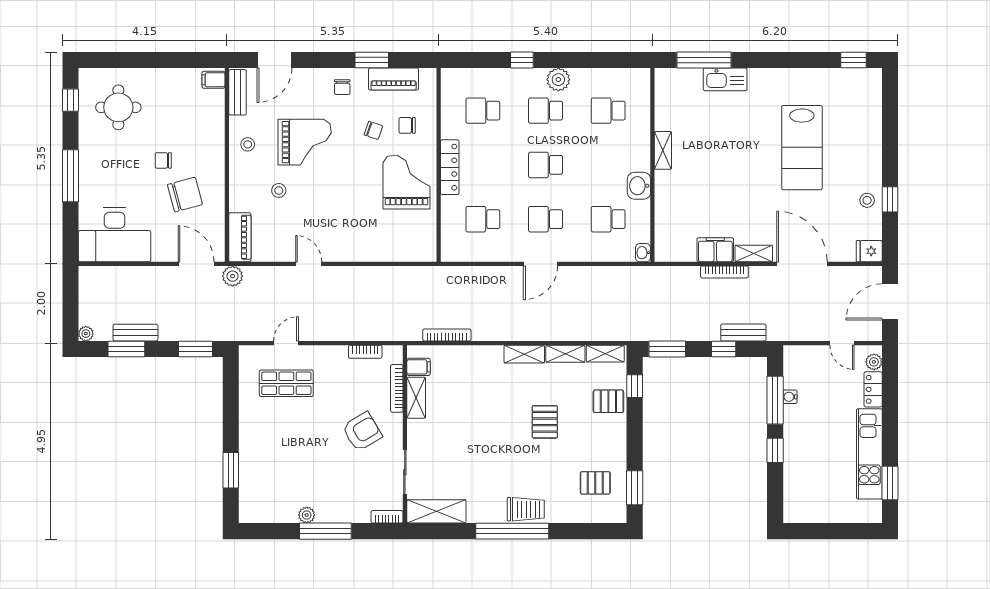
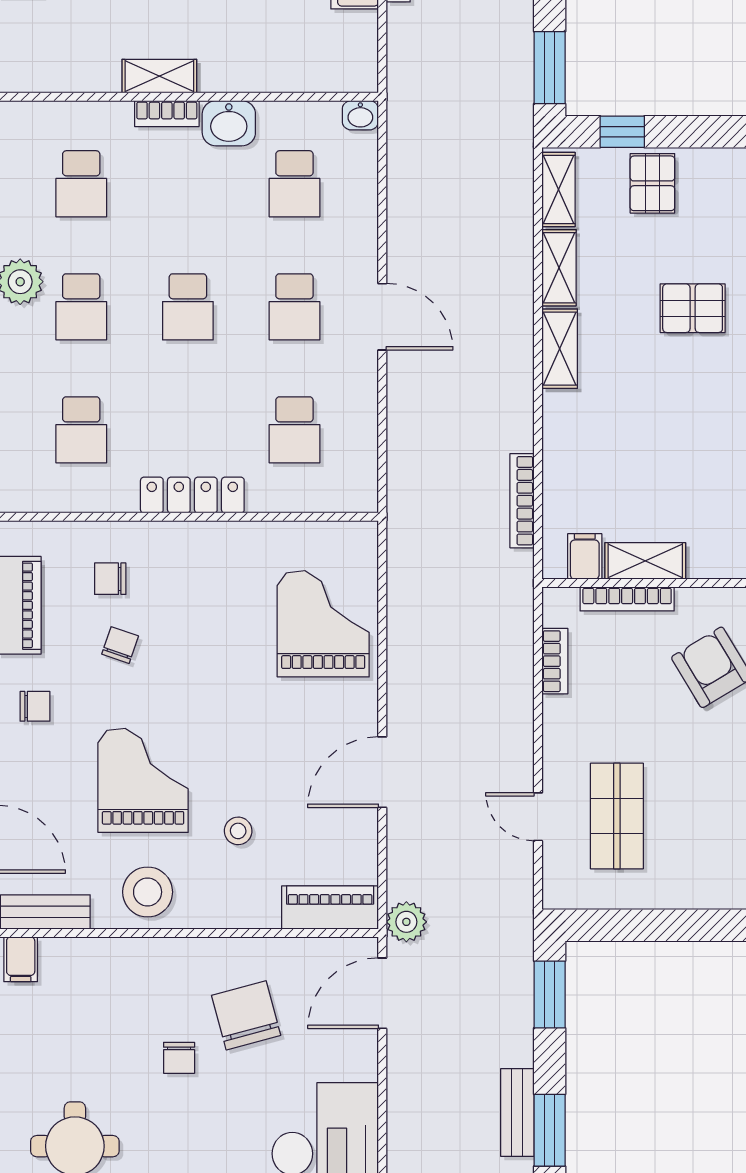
chair: (407, 125) -> (110, 579), turned 90
stool: (248, 144) -> (148, 892), width x1.89, depth x1.89
bookcase: (644, 154) -> (167, 114), added
grand piano: (406, 182) -> (323, 624), moved, turned 90
door: (309, 264) -> (382, 772), width x1.38

